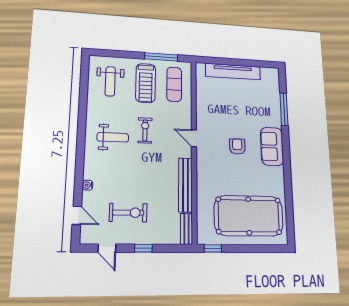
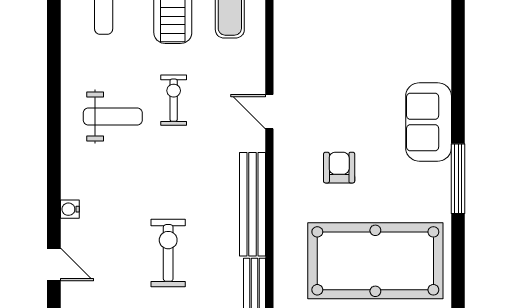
window: (284, 109) -> (458, 179), moved
armchair: (237, 146) -> (339, 168), moved
exercise bike: (128, 213) -> (168, 253), moved, turned -90

